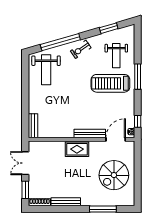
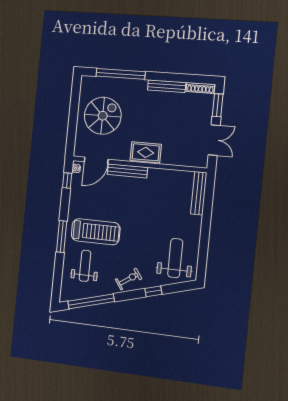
window: (109, 28) -> (91, 301), width x2.11
window: (60, 42) -> (153, 291), width x0.32
bench: (33, 126) -> (199, 193), width x1.36
window: (103, 209) -> (121, 74), width x1.46

